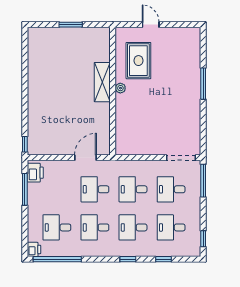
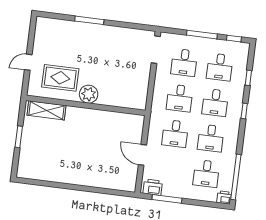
shelving: (102, 82) -> (46, 110), moved
plant: (120, 88) -> (89, 94), width x1.88, depth x1.88
window: (25, 144) -> (125, 194), removed
door: (85, 158) -> (142, 155), moved
window: (203, 181) -> (202, 35), moved

